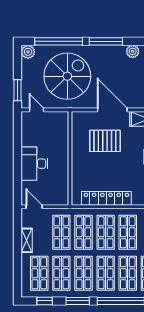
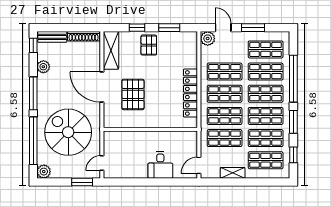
door: (112, 110) -> (102, 87), hinge flipped
desk: (34, 164) -> (160, 165), width x0.73

